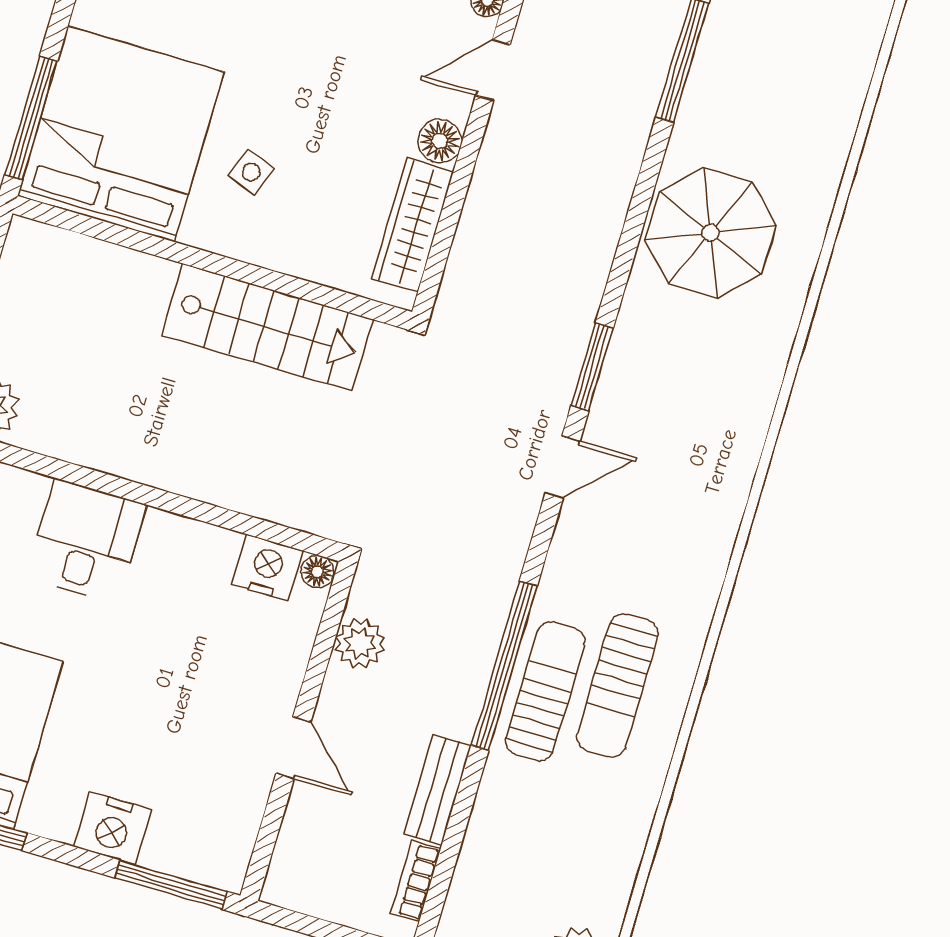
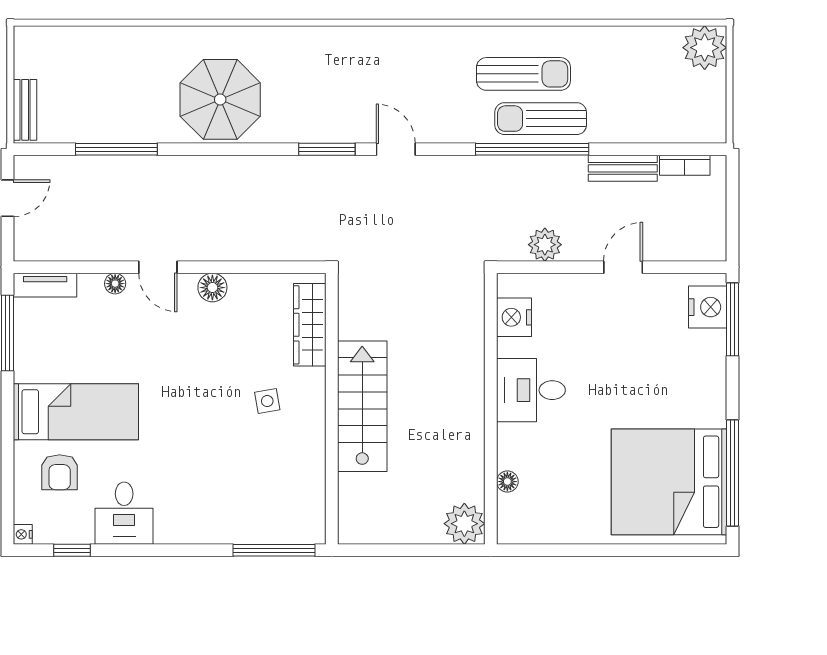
bed: (121, 134) -> (267, 490), removed
side table: (251, 172) -> (267, 401), turned -31
wardrobe: (413, 225) -> (310, 325), moved, turned 90
stairs: (267, 327) -> (362, 406), moved
desk: (86, 541) -> (531, 390), moved
floor lamp: (317, 572) -> (507, 482), moved
nightstand: (113, 828) -> (708, 307), moved

